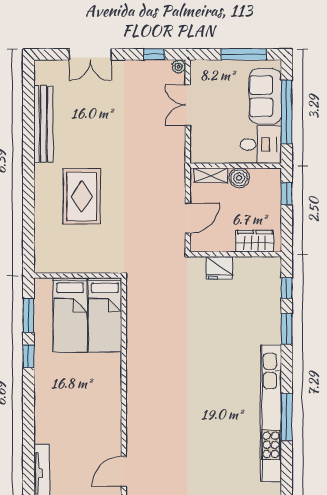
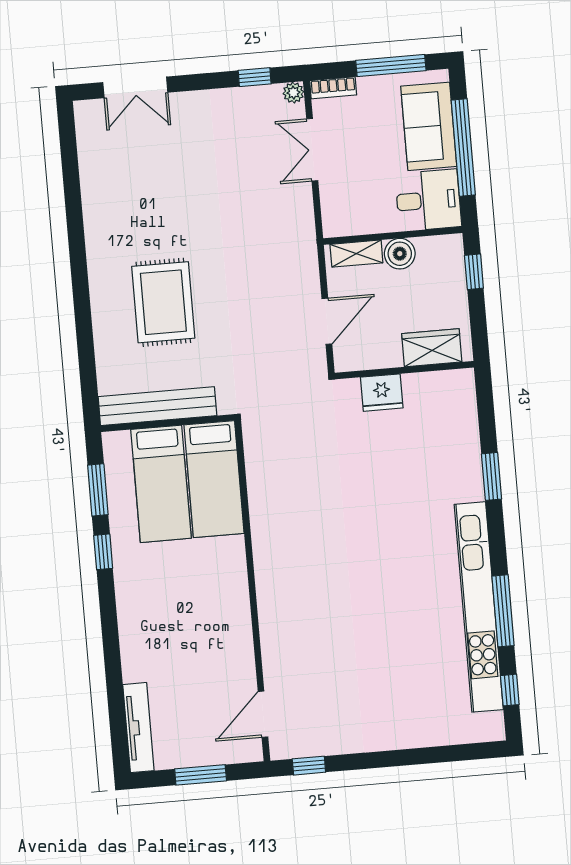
double door: (90, 54) -> (135, 87), moved
bookcase: (205, 66) -> (333, 88), added
bench: (43, 124) -> (157, 406), moved, turned 90
window: (287, 288) -> (510, 690), moved

